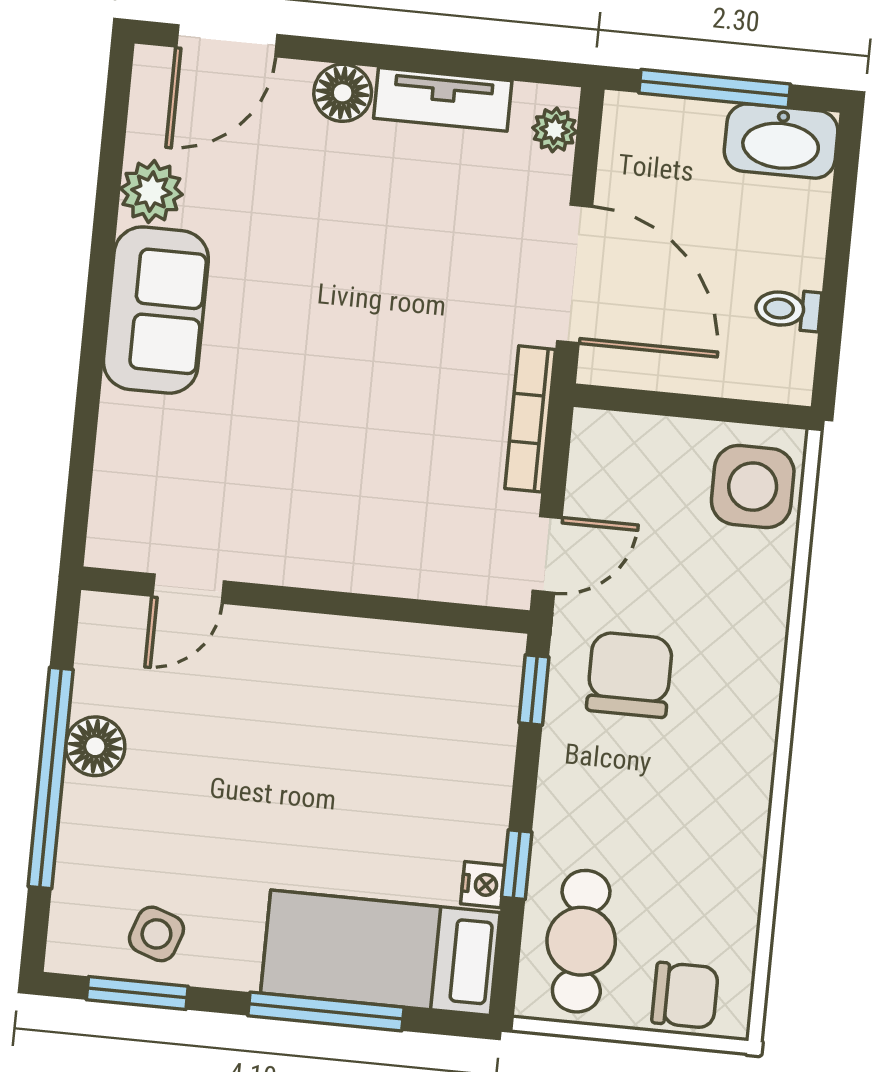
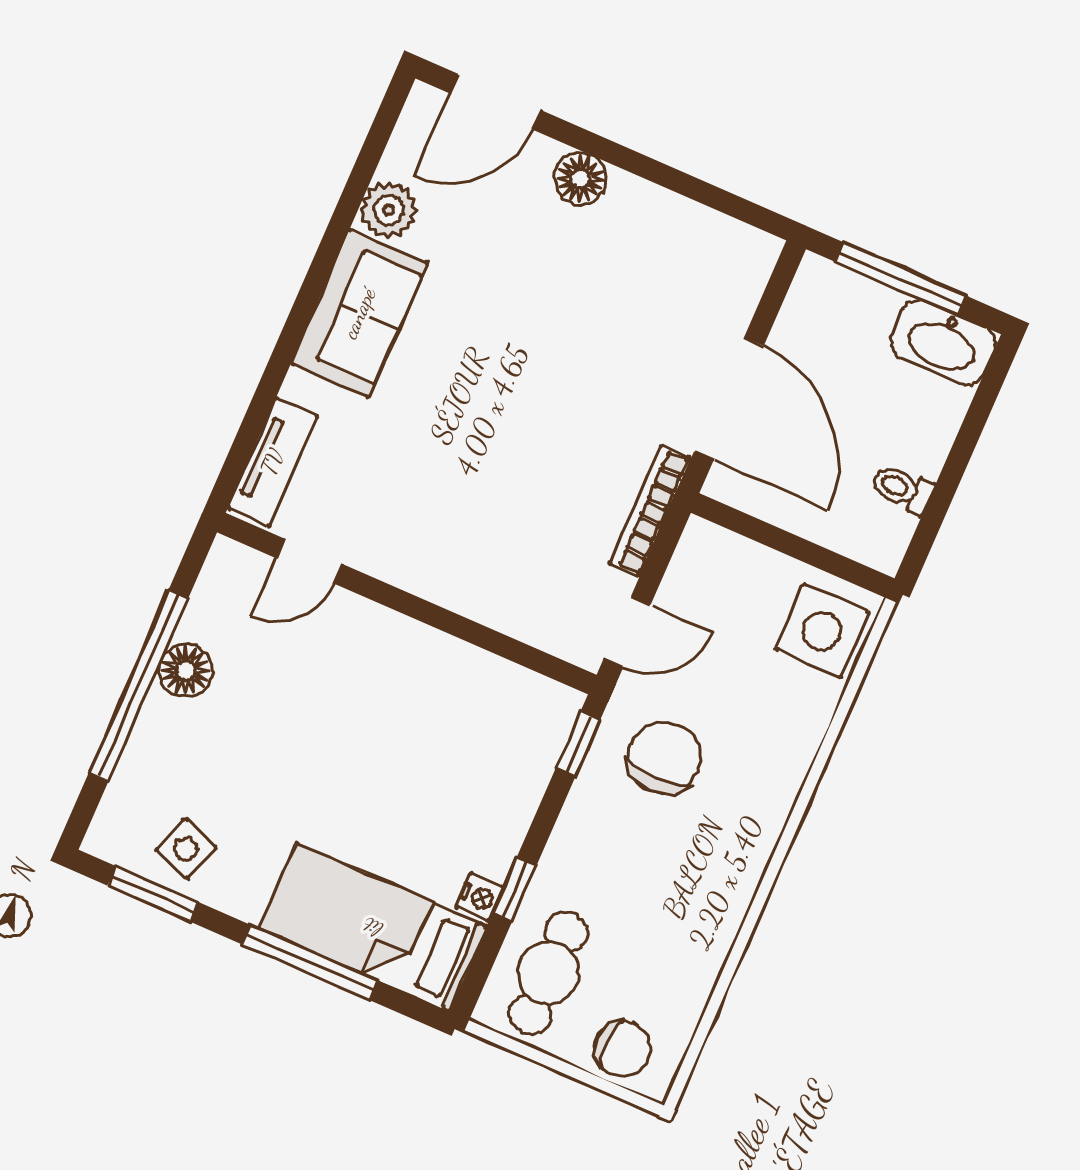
tv unit: (443, 99) -> (273, 462), moved, turned -90
plant: (555, 130) -> (752, 270), removed

